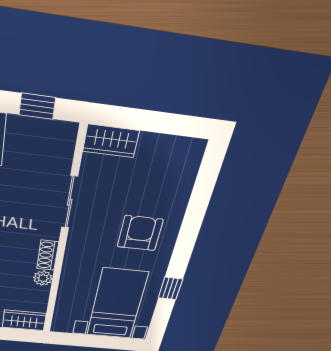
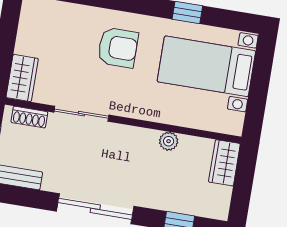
armchair: (140, 233) -> (118, 48), turned 180
shoe rack: (48, 255) -> (29, 117), moved

